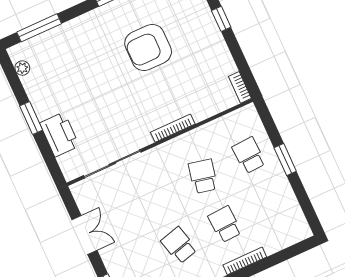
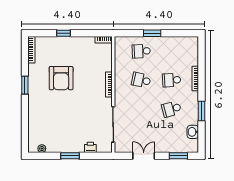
window: (39, 28) -> (25, 130), removed
printer: (59, 134) -> (90, 147), width x0.53, depth x0.68

